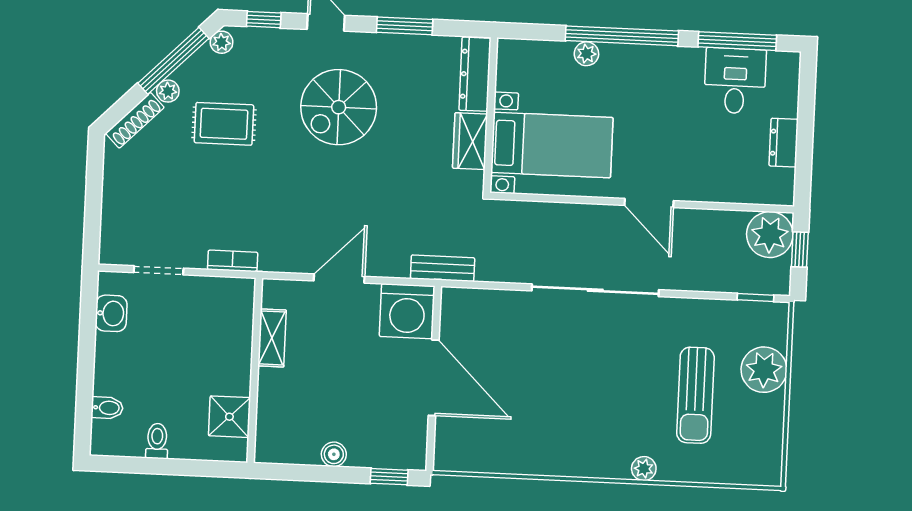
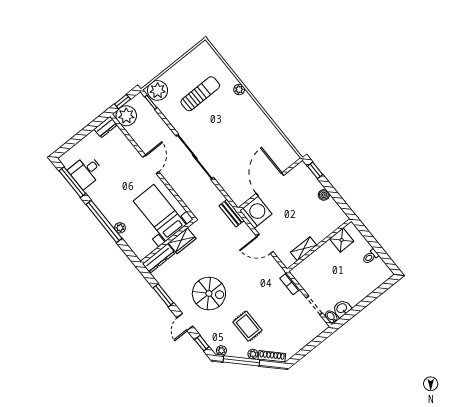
dresser: (784, 143) -> (106, 127), moved
plant: (764, 370) -> (158, 90), moved
bidet: (107, 408) -> (331, 317), moved

